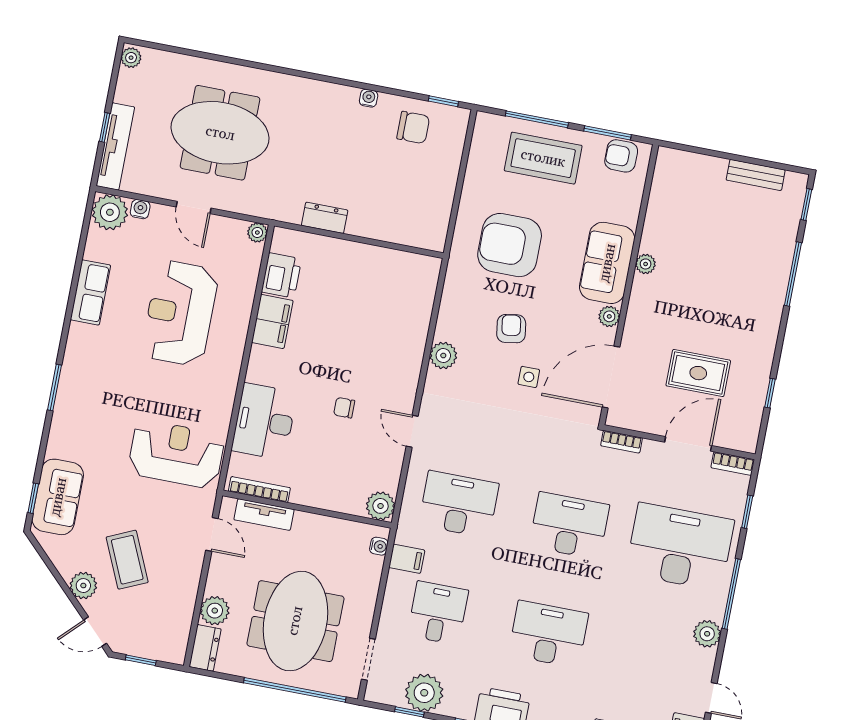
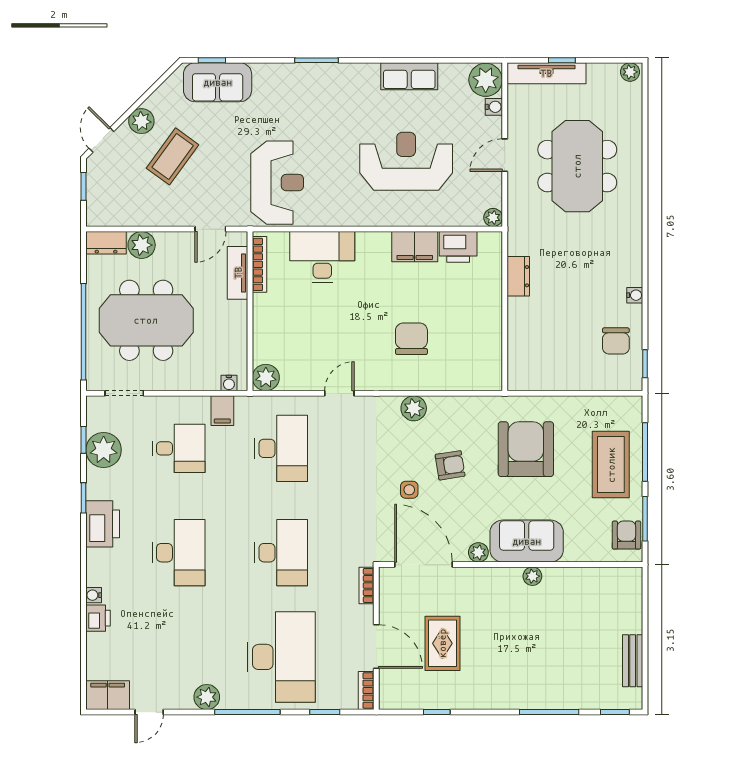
chair: (344, 408) -> (411, 339), moved, width x1.87, depth x1.87
coffee table: (127, 560) -> (173, 156), turned -30

